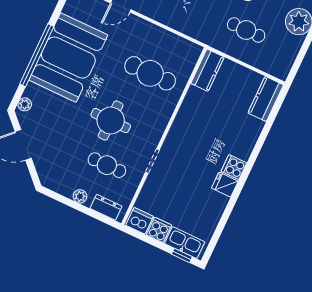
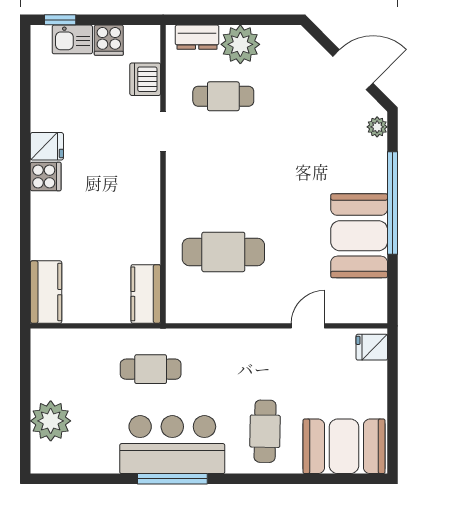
cafe table: (246, 30) -> (151, 369), moved
booth: (68, 58) -> (359, 236), width x0.73, depth x0.70
round table: (111, 121) -> (247, 161), removed
plant: (80, 196) -> (240, 44), width x1.88, depth x1.88
dishwasher: (140, 221) -> (145, 79), moved, turned 90
kitchen sink: (185, 243) -> (72, 39), width x0.73

